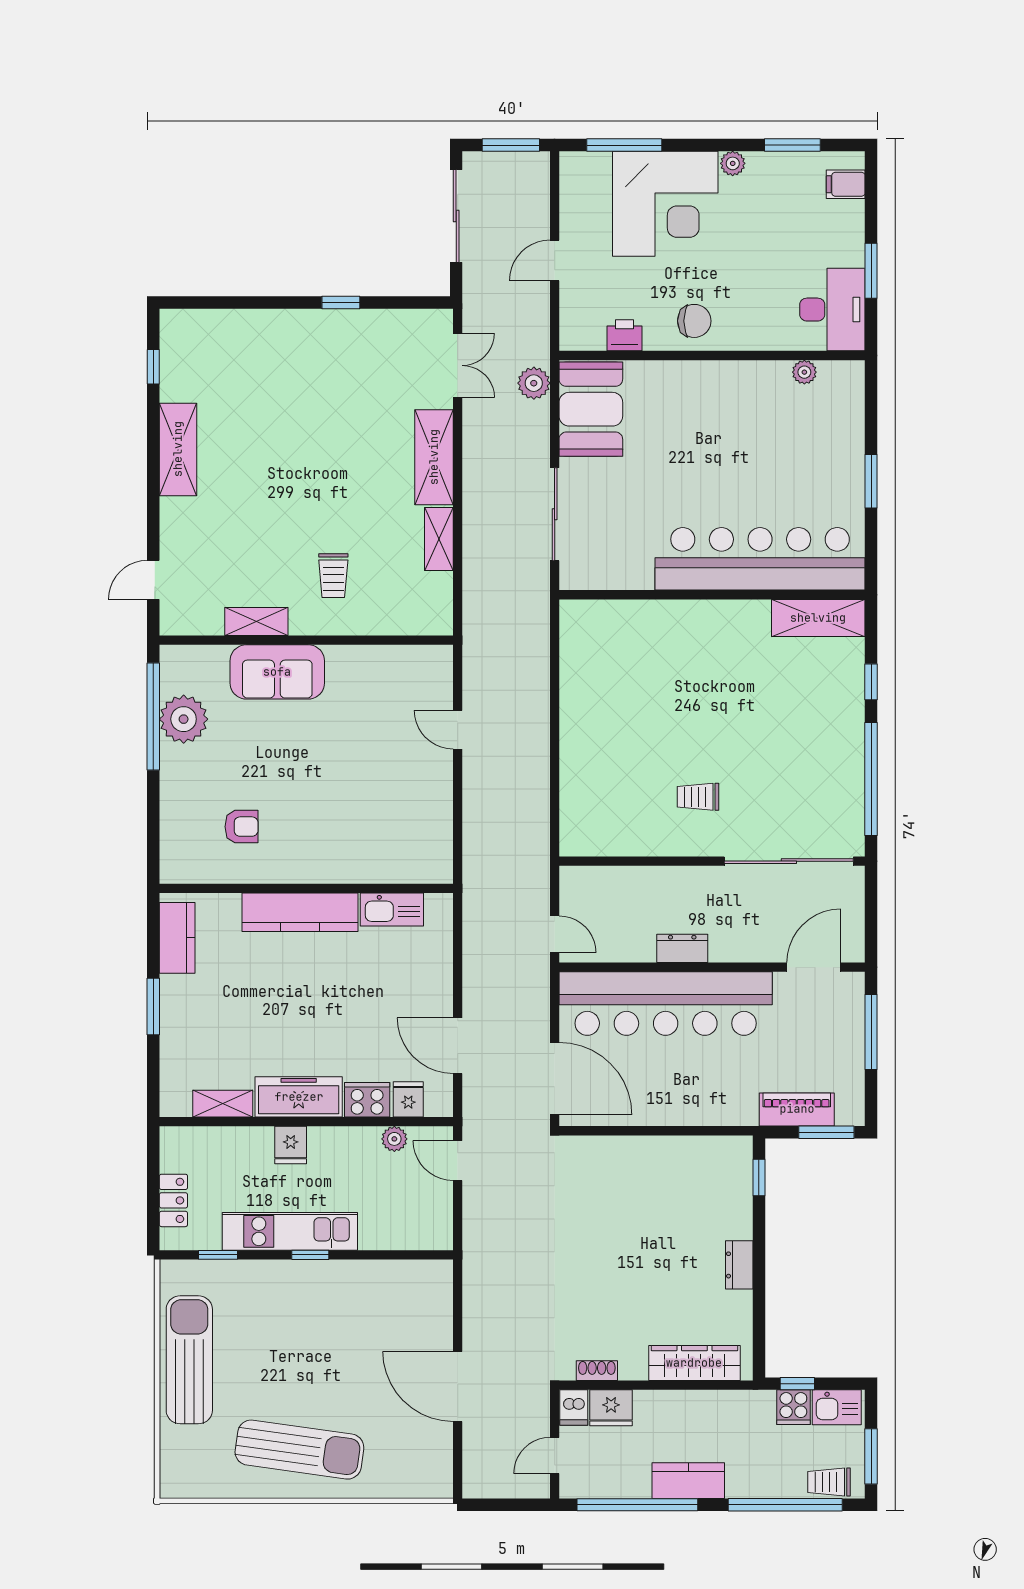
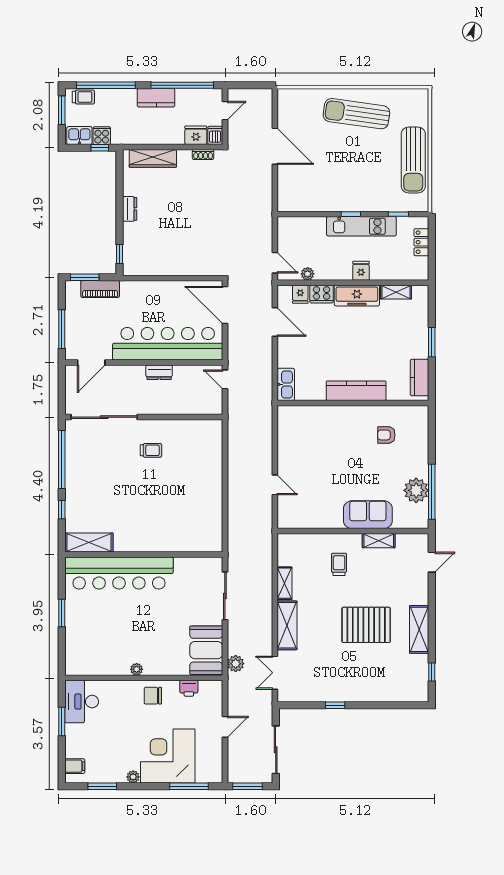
plant: (804, 372) -> (137, 669), moved
pallet: (281, 458) -> (366, 625), added
kitchen sink: (392, 910) -> (286, 384), moved, turned 90

